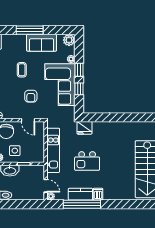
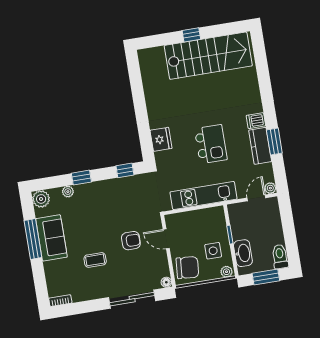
window: (30, 30) -> (33, 239), moved
corner sofa: (60, 85) -> (107, 201), removed
window: (79, 89) -> (125, 170), moved
door: (28, 120) -> (166, 239), swing flipped
fridge: (84, 128) -> (161, 139), moved
window: (82, 204) -> (274, 141), width x0.47

